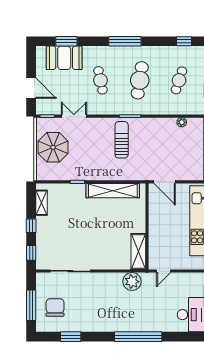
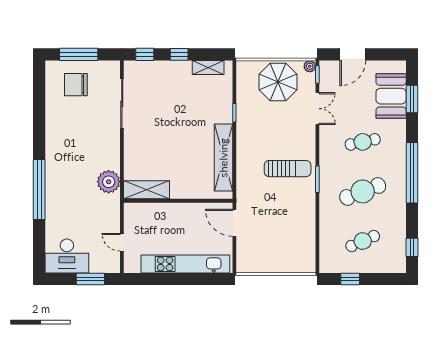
window: (125, 41) -> (412, 173), width x1.46
cafe table: (140, 80) -> (363, 191), turned -30
cafe table: (179, 80) -> (363, 241), turned -42
plant: (182, 122) -> (310, 66), moved
door: (165, 182) -> (234, 223), hinge flipped
door: (164, 271) -> (122, 242), moved
chair: (55, 307) -> (76, 85), turned 180
window: (71, 337) -> (39, 104), removed

